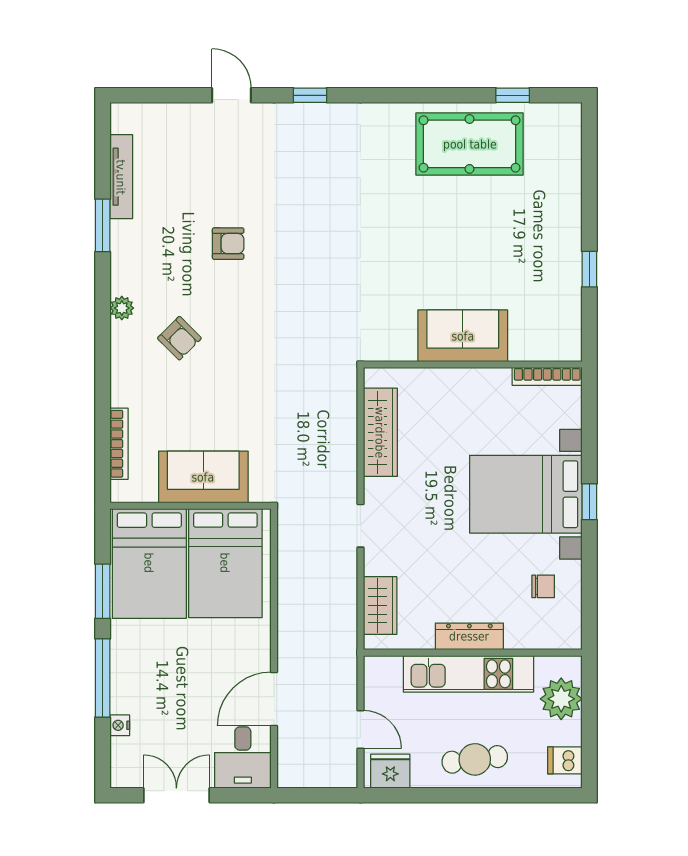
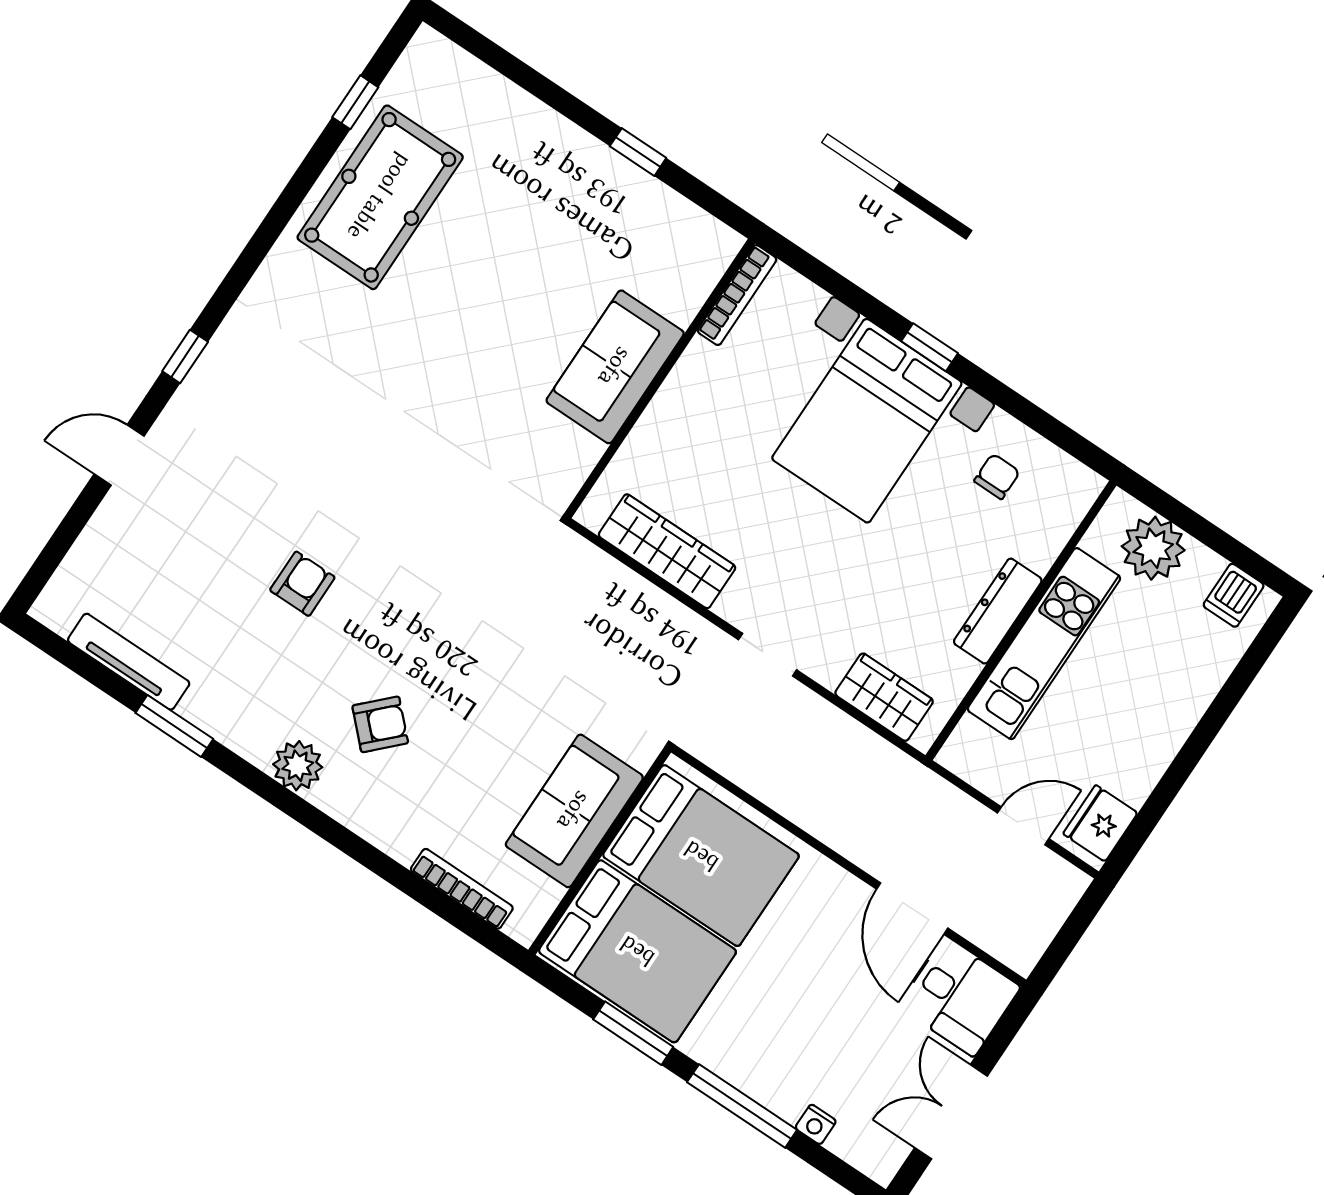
plant: (122, 308) -> (298, 766), width x1.38, depth x1.38
cafe table: (475, 759) -> (1157, 708), removed

